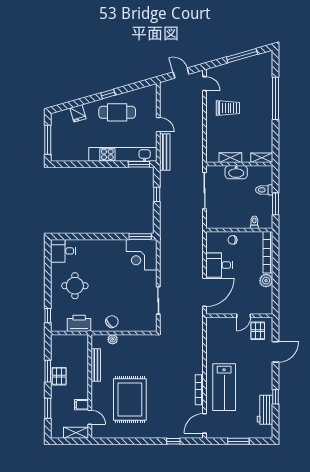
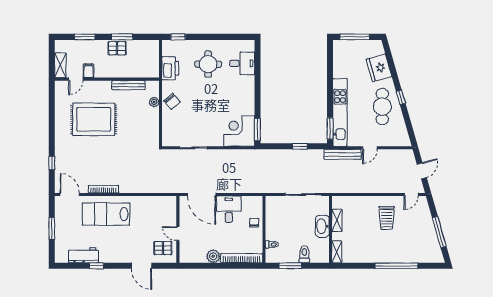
fridge: (78, 113) -> (379, 68), width x1.88, depth x1.34
desk: (63, 251) -> (242, 63), moved, turned 90

